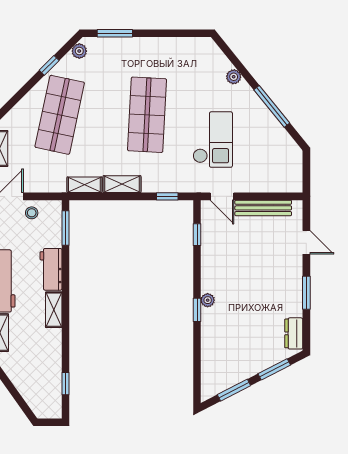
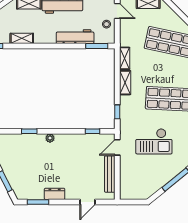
workbench: (51, 269) -> (75, 37), width x1.38
window: (306, 293) -> (38, 202), moved
shelving: (54, 310) -> (22, 38), moved
window: (197, 310) -> (29, 131), moved
dresser: (294, 333) -> (55, 194), moved

